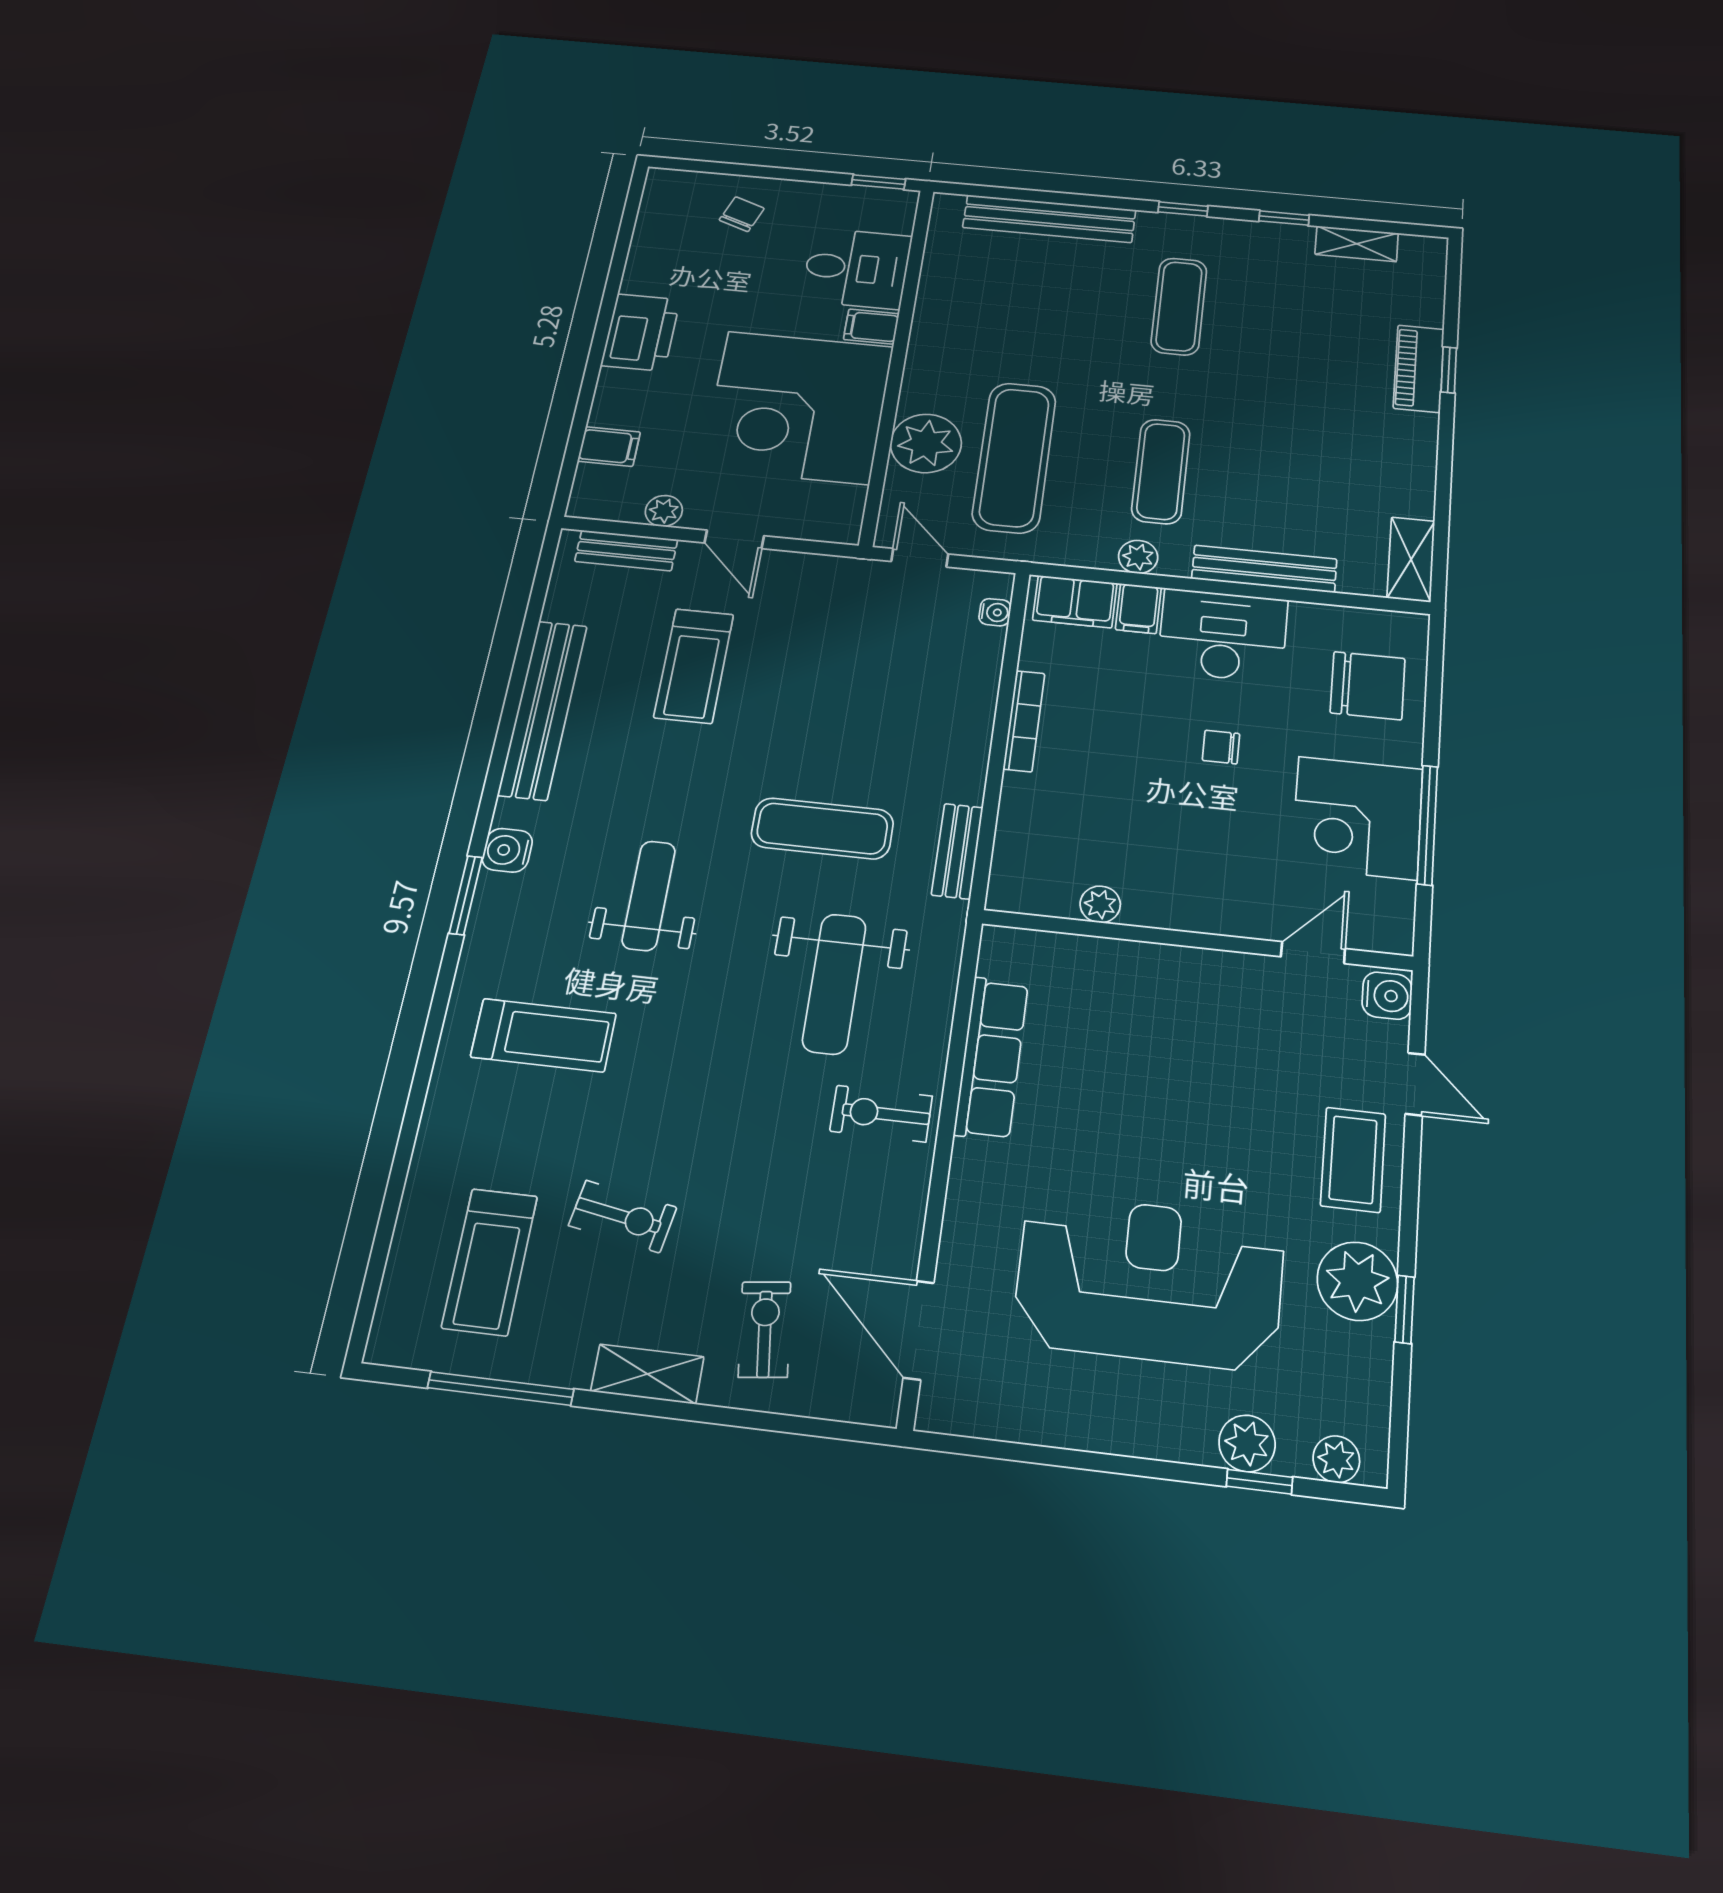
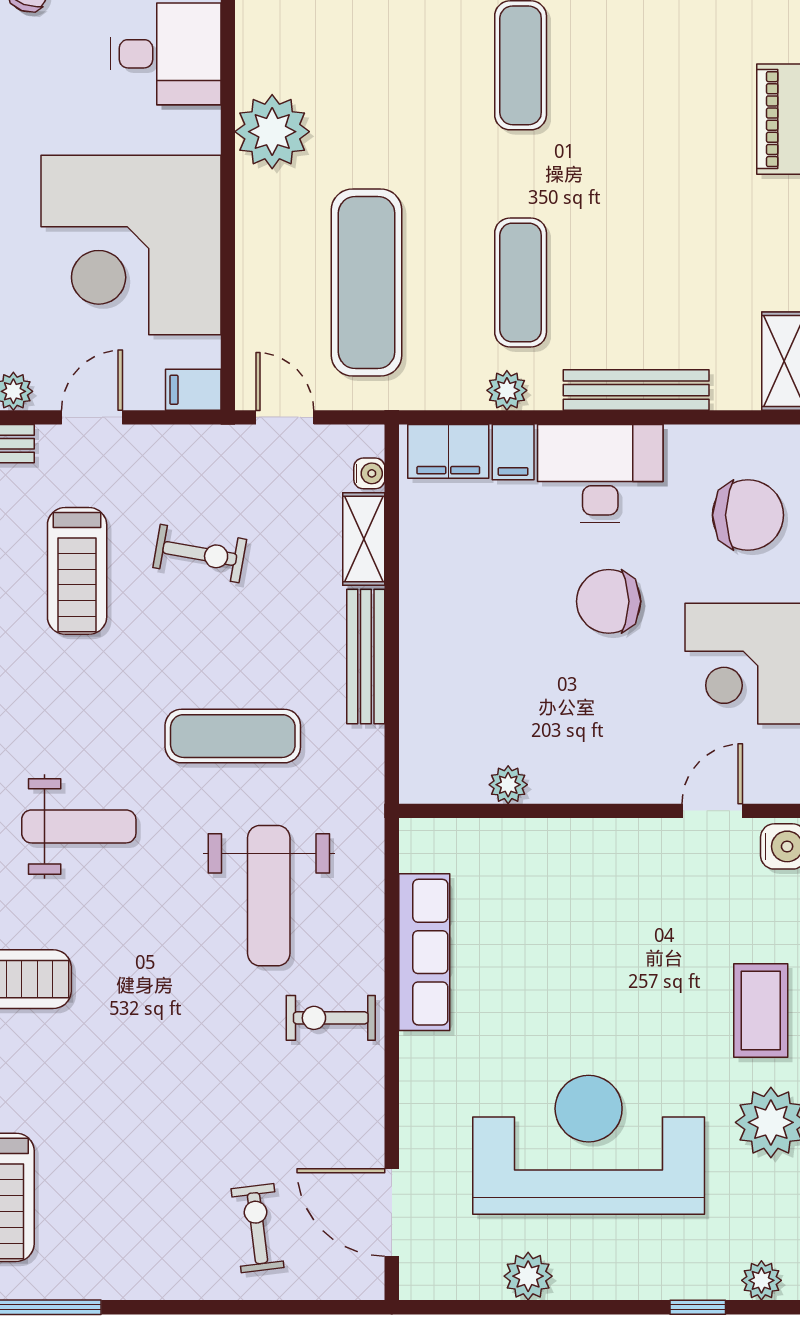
filing cabinet: (871, 327) -> (193, 390), moved
plant: (926, 443) -> (272, 132), moved
door: (734, 539) -> (92, 417), swing flipped
bookcase: (1024, 721) -> (413, 595), removed
chair: (1221, 747) -> (609, 601), width x1.87, depth x1.87
bench: (957, 851) -> (366, 657), moved, width x1.36
weight bench: (649, 896) -> (79, 826), turned 90
exercise bike: (623, 1216) -> (200, 553), moved
shelving: (647, 1374) -> (364, 539), moved, turned 90
plant: (1247, 1443) -> (528, 1276), moved

